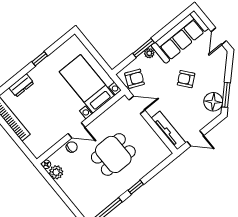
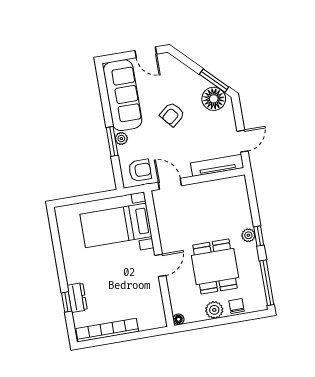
window: (40, 59) -> (67, 302), moved
armchair: (135, 79) -> (140, 170), turned 66
door: (137, 105) -> (170, 184), hinge flipped
chair: (72, 147) -> (237, 306), moved
dining table: (113, 154) -> (215, 267), moved
plant: (56, 172) -> (214, 310), moved
plant: (132, 180) -> (248, 235), added

